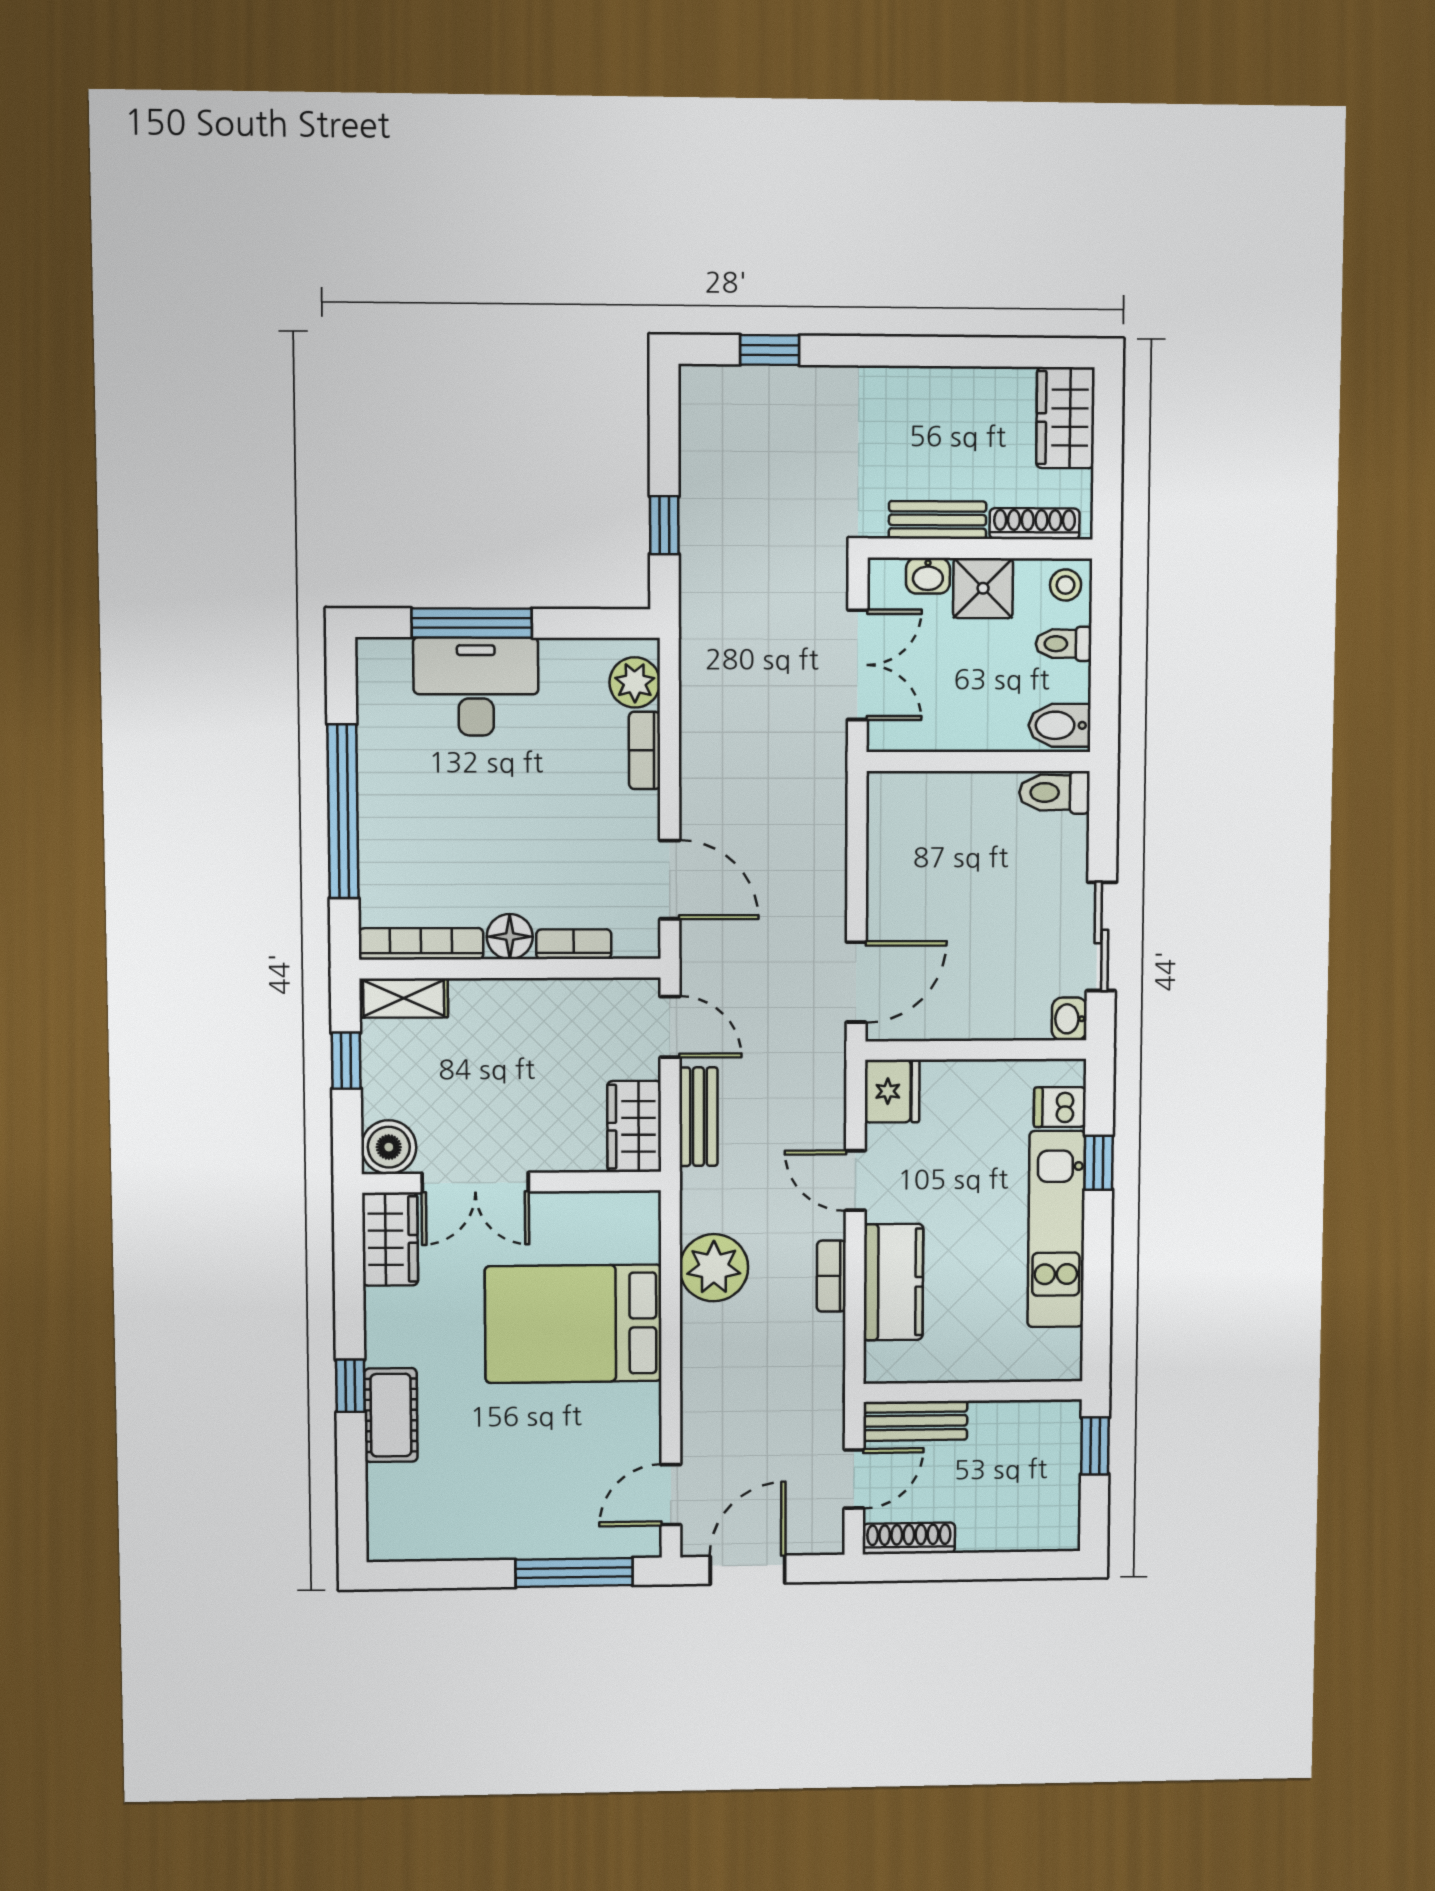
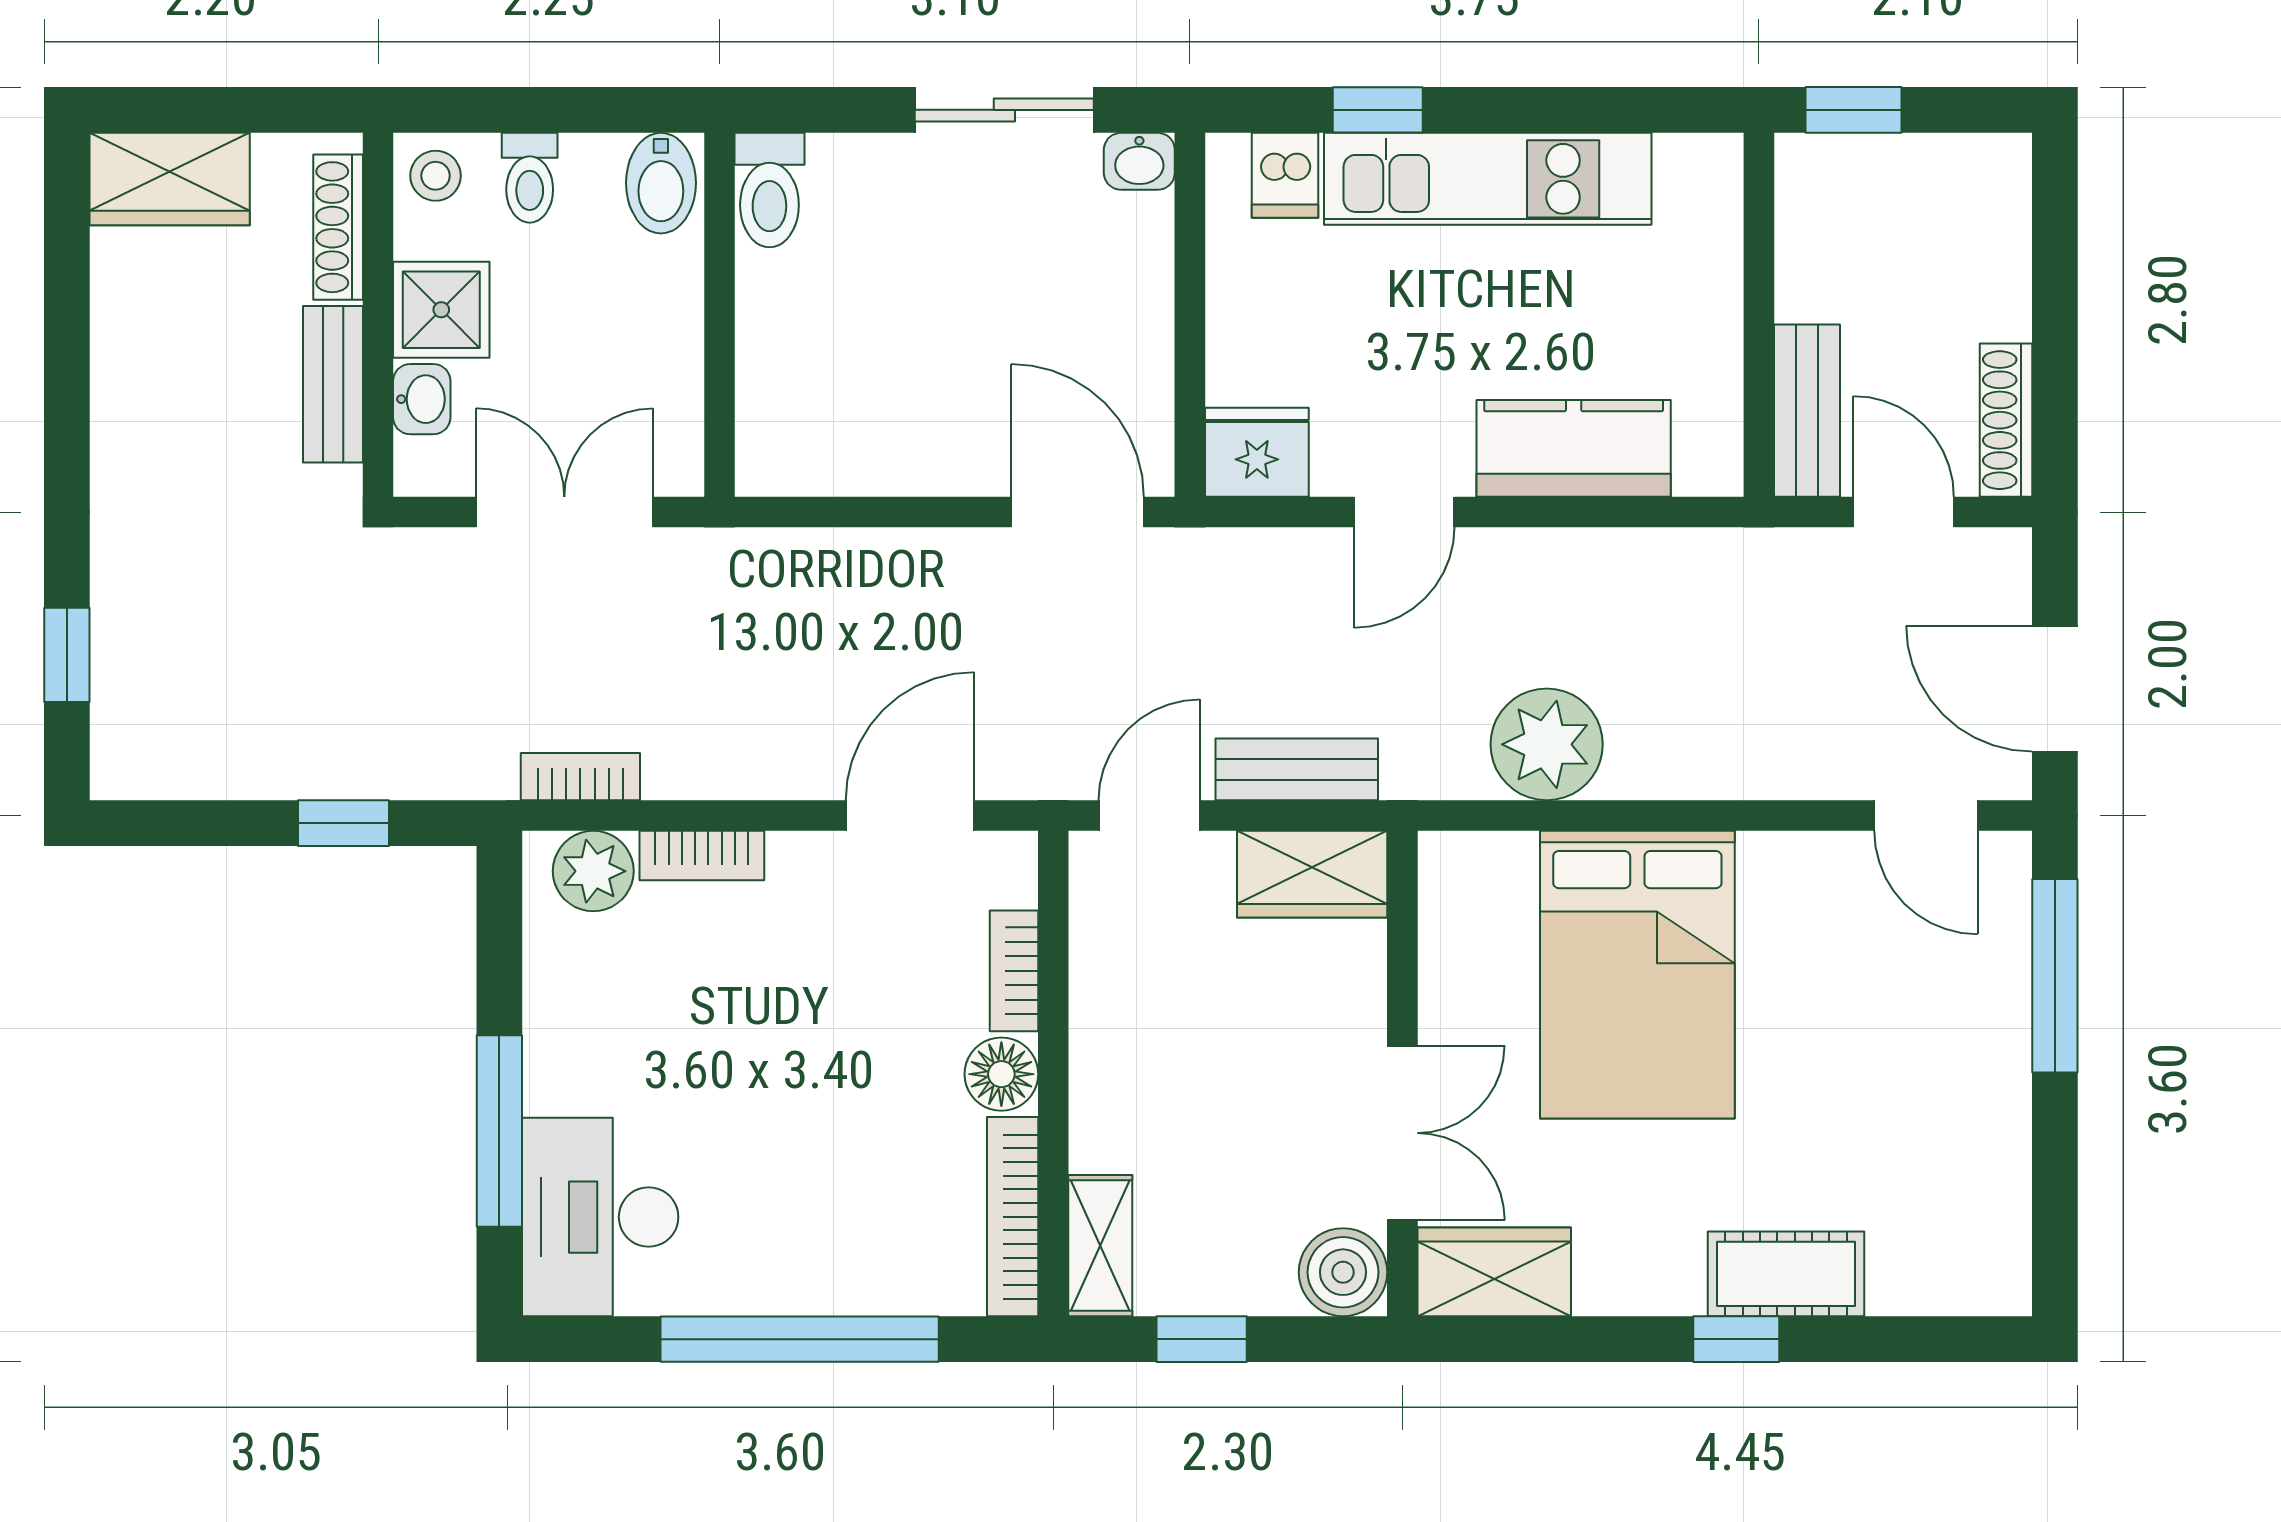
desk: (476, 687) -> (600, 1217), moved
bookcase: (831, 1276) -> (580, 777), moved, turned 180

